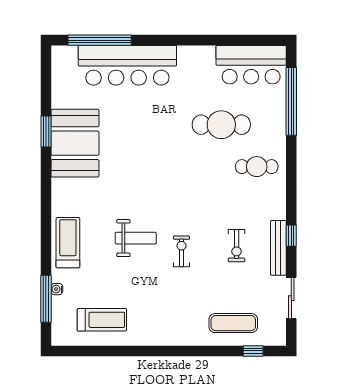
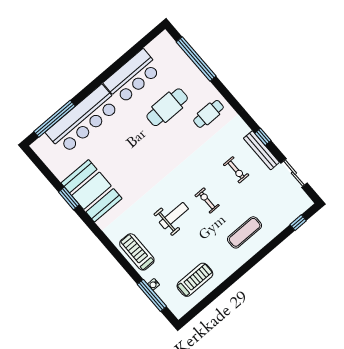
bar counter: (251, 65) -> (132, 77), moved
exercise mat: (233, 323) -> (245, 232), moved

